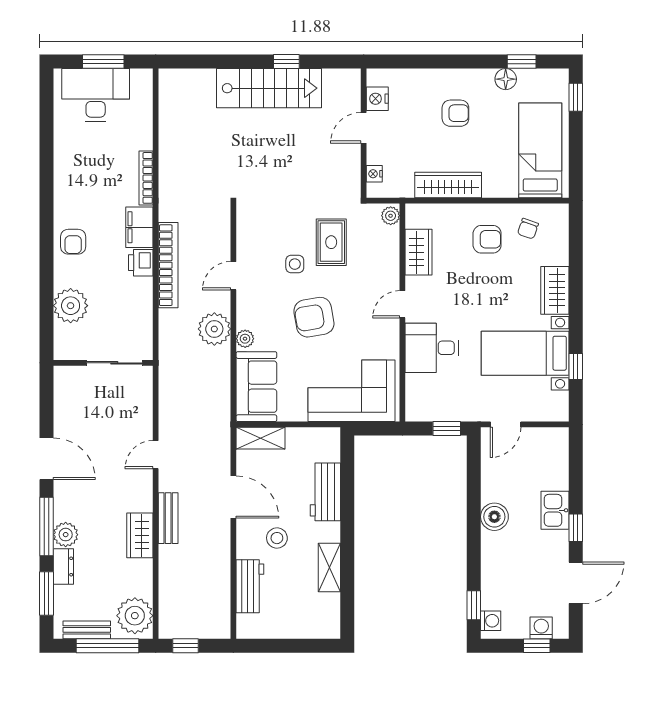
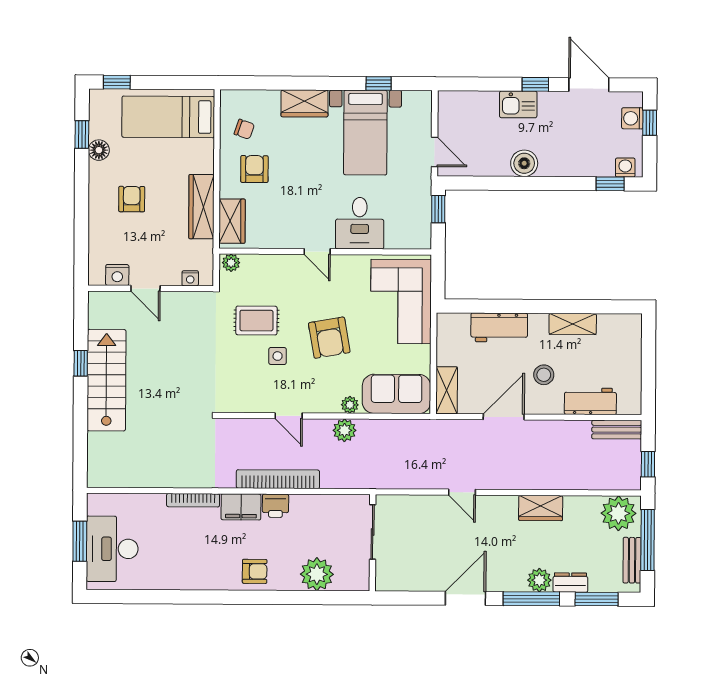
wardrobe: (418, 252) -> (232, 221), moved, turned 90
plant: (214, 329) -> (345, 430), width x0.73, depth x0.73
bench: (168, 518) -> (617, 430), moved

